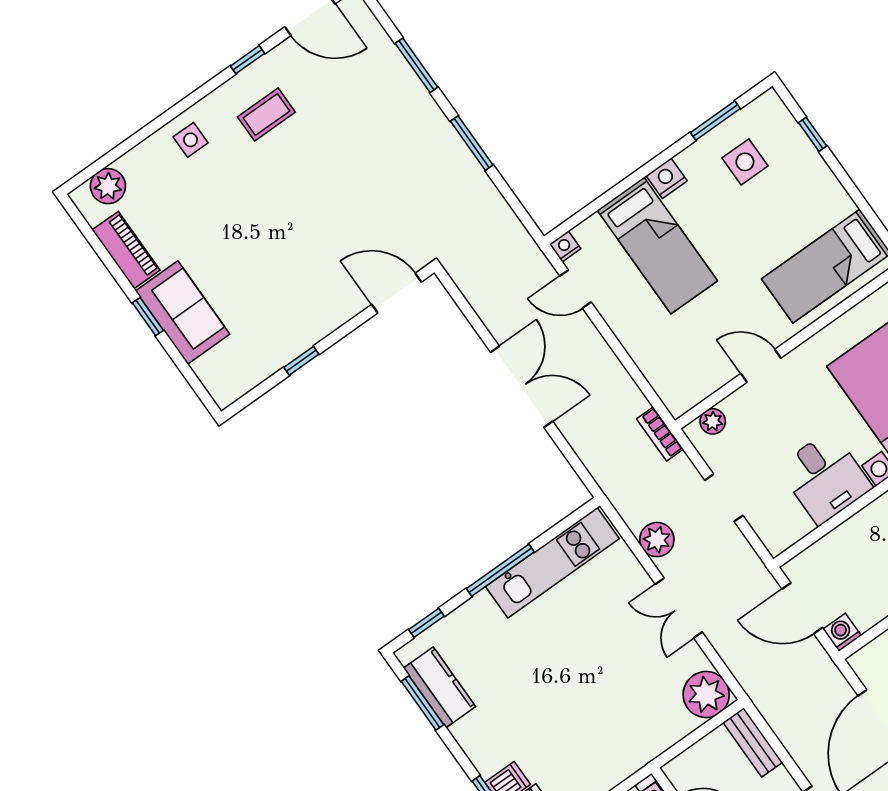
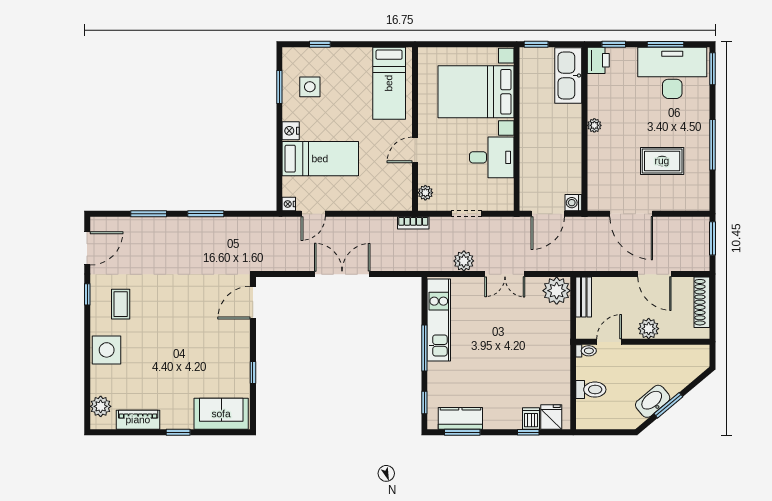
side table: (191, 140) -> (107, 350), width x1.87, depth x1.87
sofa: (183, 313) -> (221, 414), moved
bench: (753, 742) -> (584, 297), moved, turned 90

